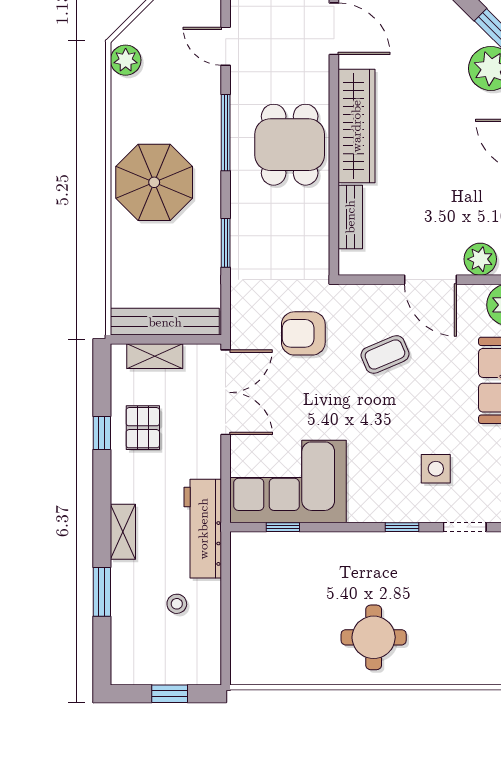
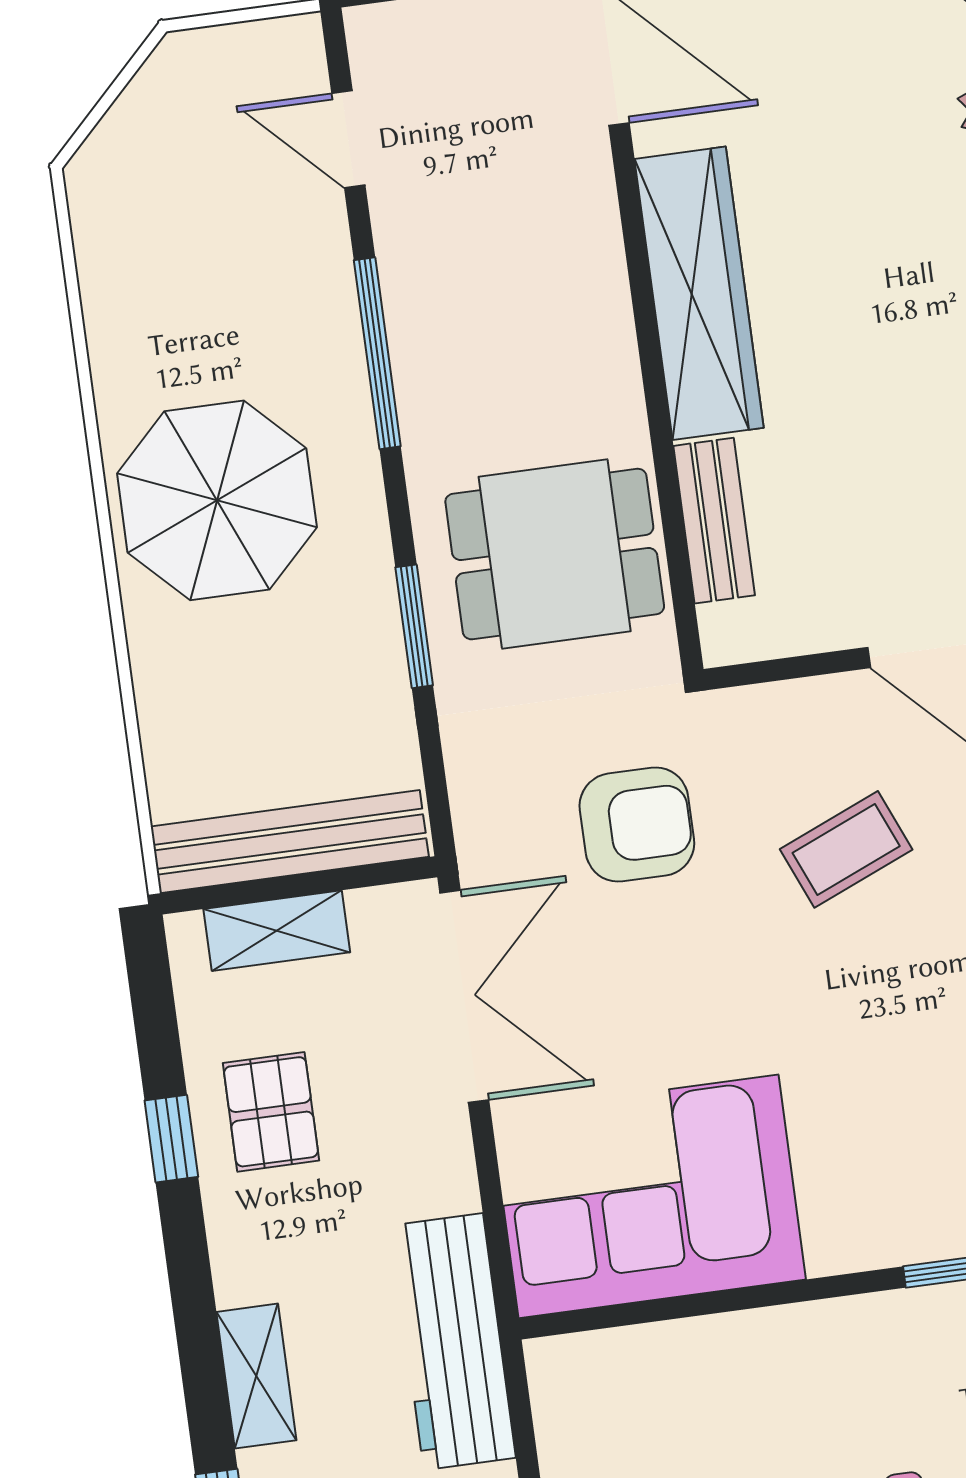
plant: (126, 60) -> (105, 207), removed
dining table: (290, 145) -> (555, 554), moved, turned 90
armchair: (303, 333) -> (637, 825), turned 180
window: (283, 527) -> (651, 1311), removed

